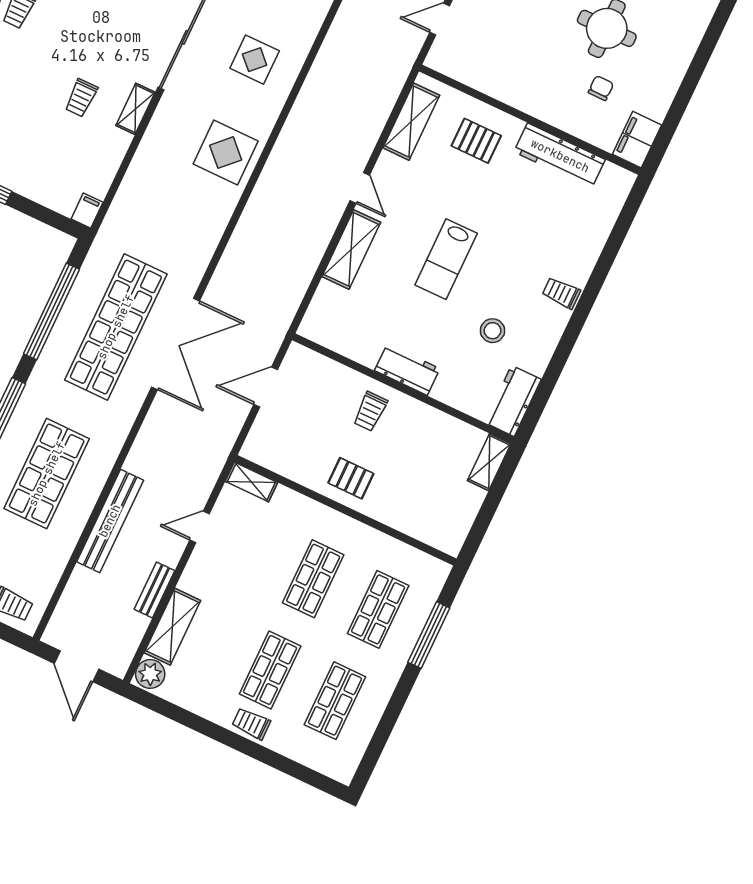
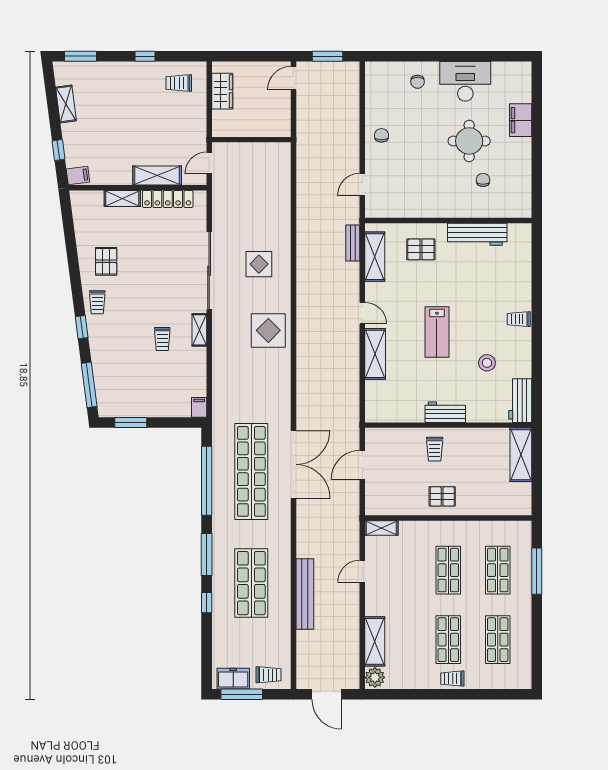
filing cabinet: (637, 140) -> (521, 120), moved
shelving: (489, 462) -> (521, 455), width x1.50, depth x1.33
bench: (154, 590) -> (353, 243), moved

